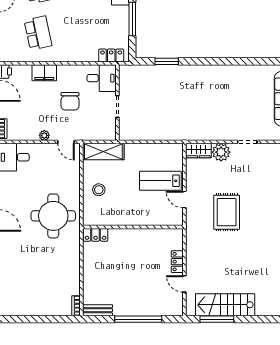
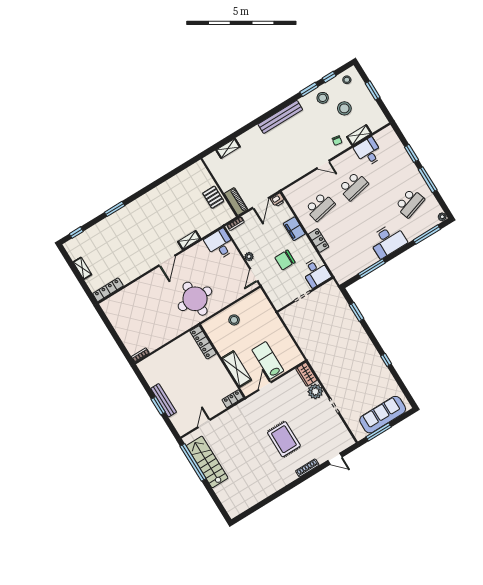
locker: (111, 55) -> (319, 241), moved
window: (233, 61) -> (386, 360), added
shelving: (103, 152) -> (237, 369), moved
rug: (227, 212) -> (284, 439), moved, turned 90
locker: (96, 235) -> (203, 342), width x1.53
locker: (177, 262) -> (233, 399), moved
bench: (97, 310) -> (164, 400), moved, width x1.36
window: (138, 319) -> (158, 406), width x0.47
window: (217, 319) -> (193, 462), width x1.46

